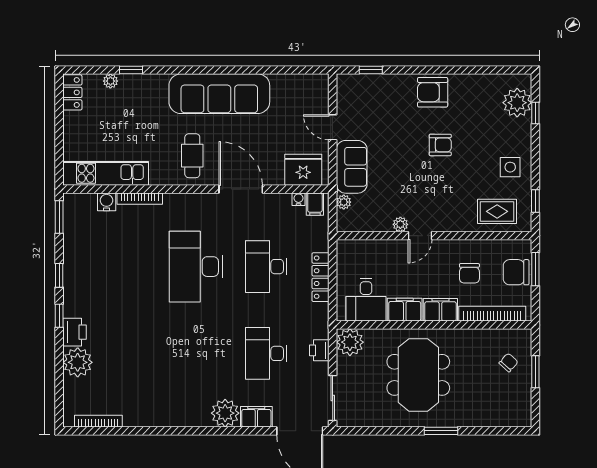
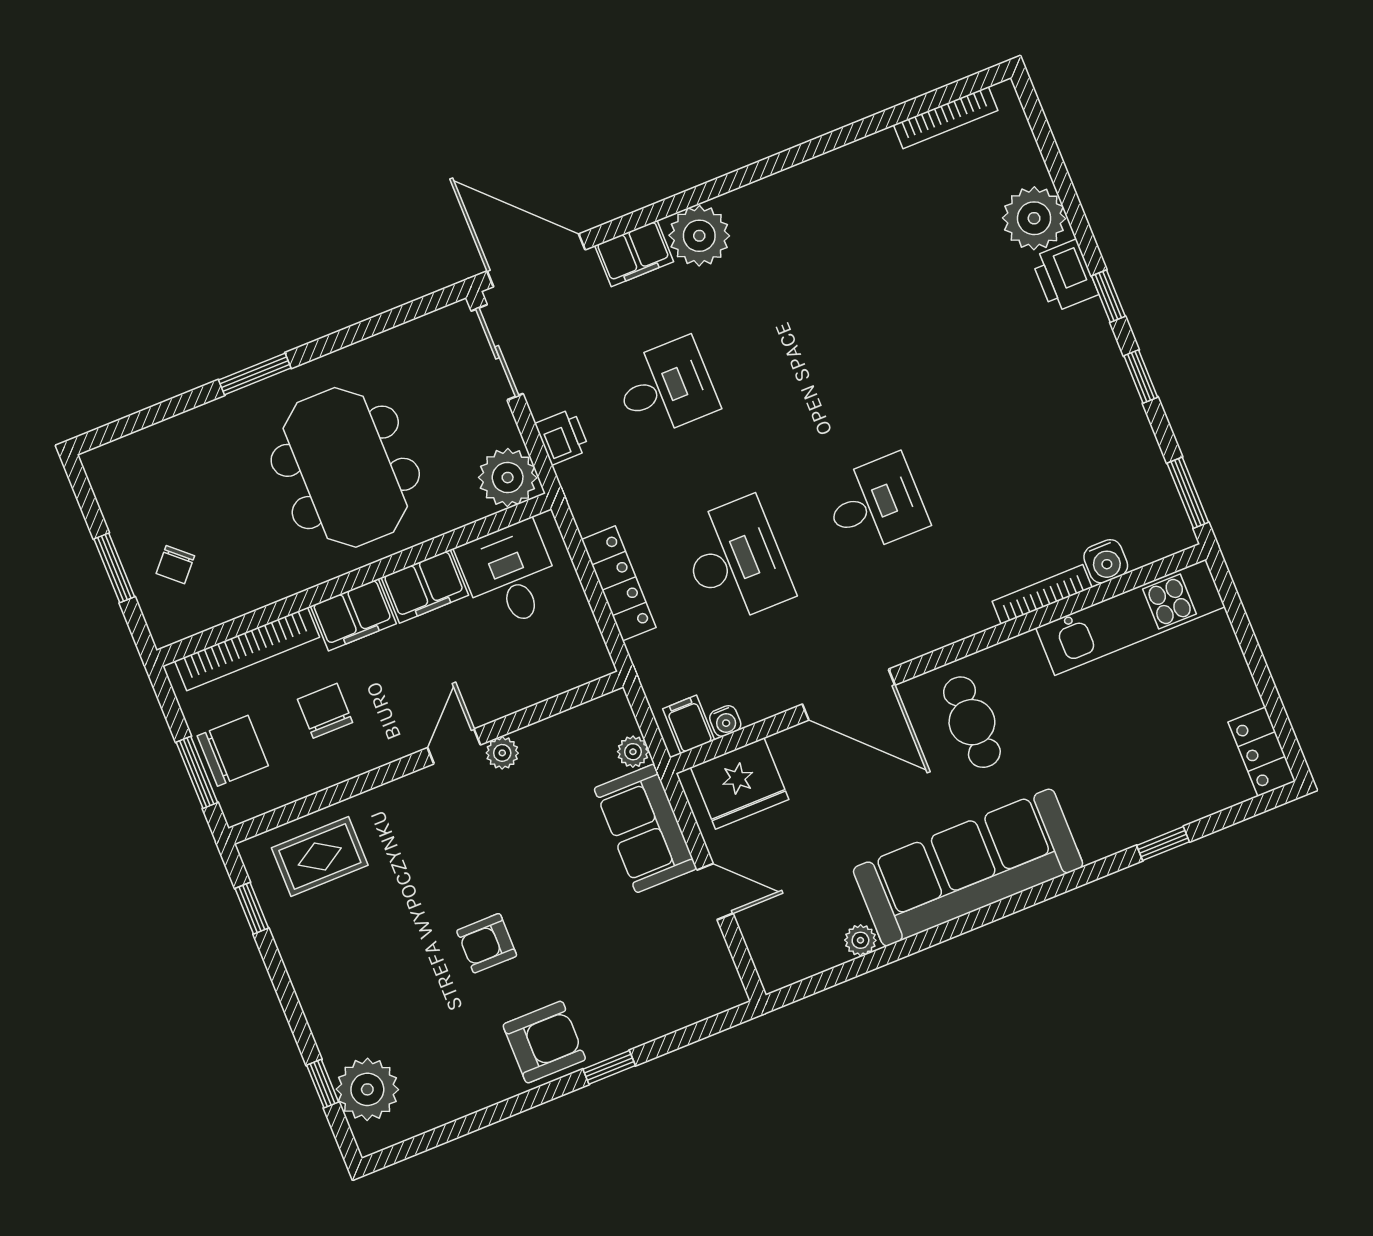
window: (371, 70) -> (609, 1067), moved
plant: (110, 81) -> (860, 940), moved
side table: (510, 167) -> (329, 955), removed
desk: (196, 267) -> (875, 504), width x0.53, depth x0.77
desk: (266, 353) -> (666, 388), width x0.73

